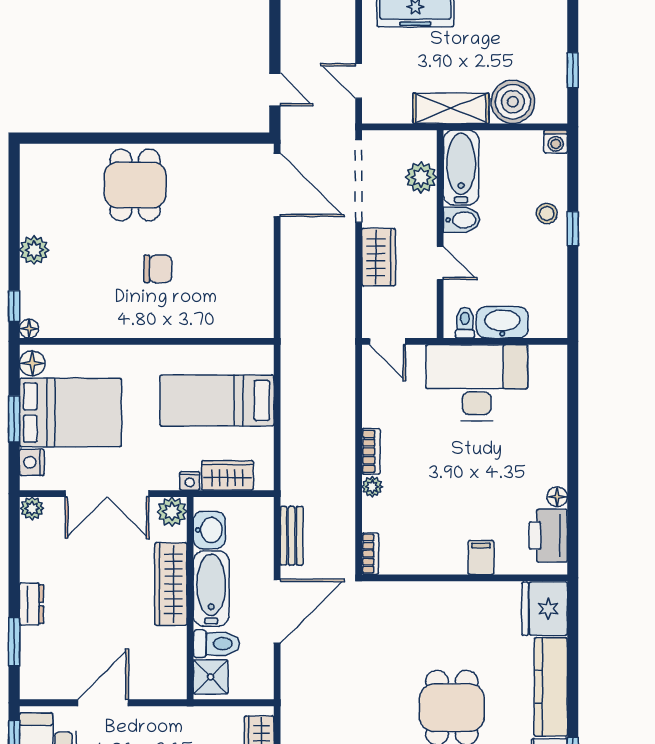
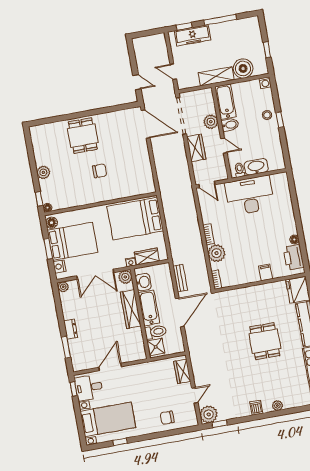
plant: (421, 177) -> (211, 122), moved
bed: (217, 401) -> (135, 219), width x1.50
plant: (372, 487) -> (216, 253), width x1.88, depth x1.88

